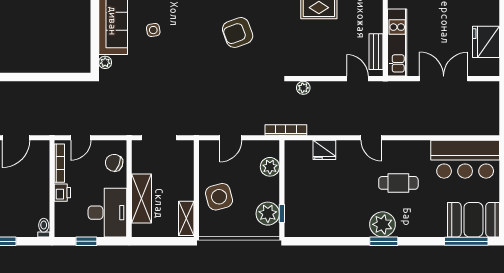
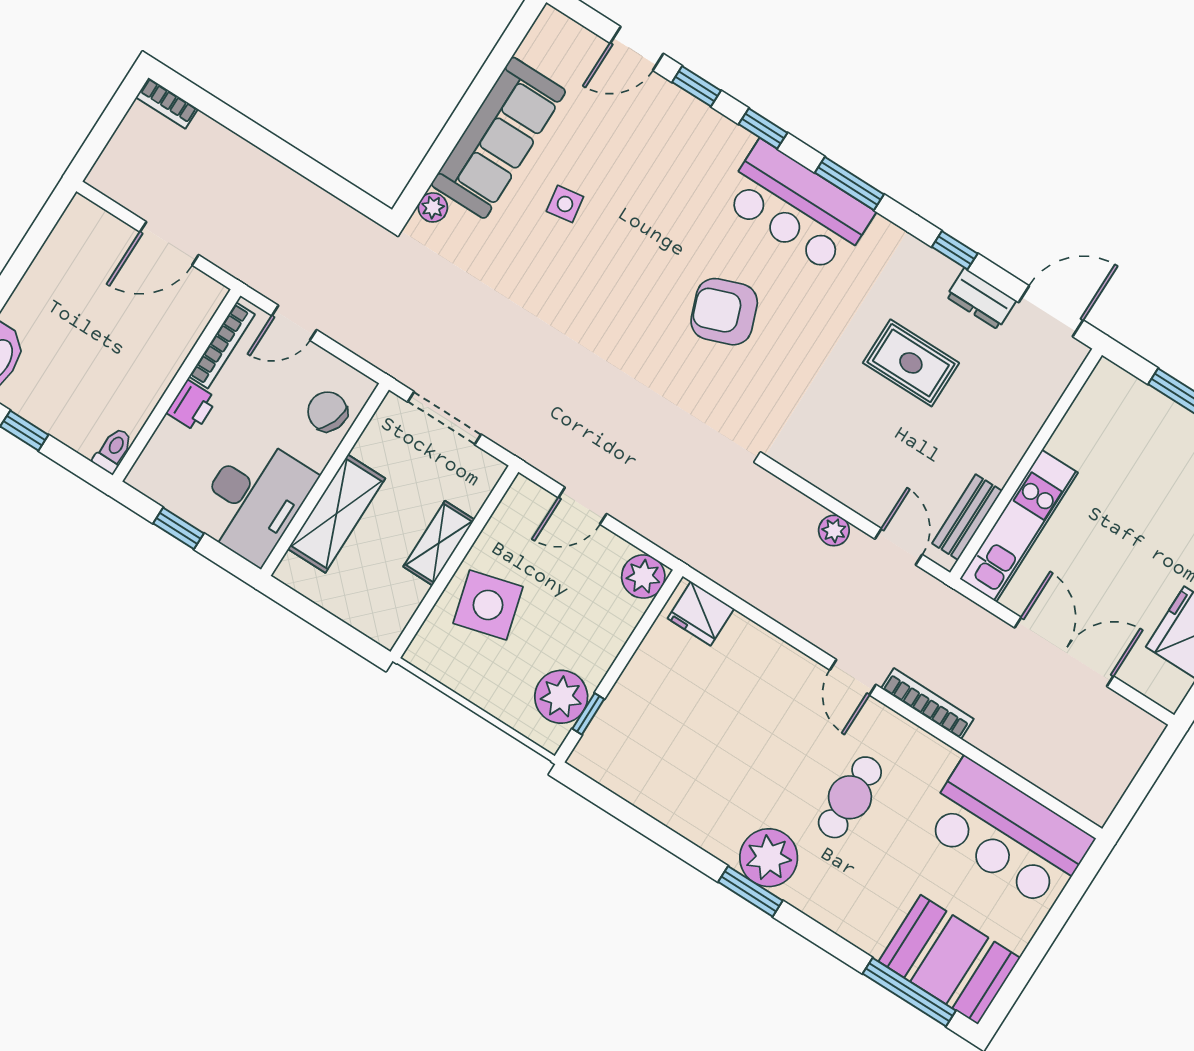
plant: (303, 88) -> (834, 531), moved
bookcase: (286, 130) -> (927, 704), moved
fridge: (324, 150) -> (701, 614), moved
plant: (270, 167) -> (643, 576), moved
cafe table: (398, 183) -> (850, 797), turned 90
shelving: (186, 218) -> (439, 543), moved

